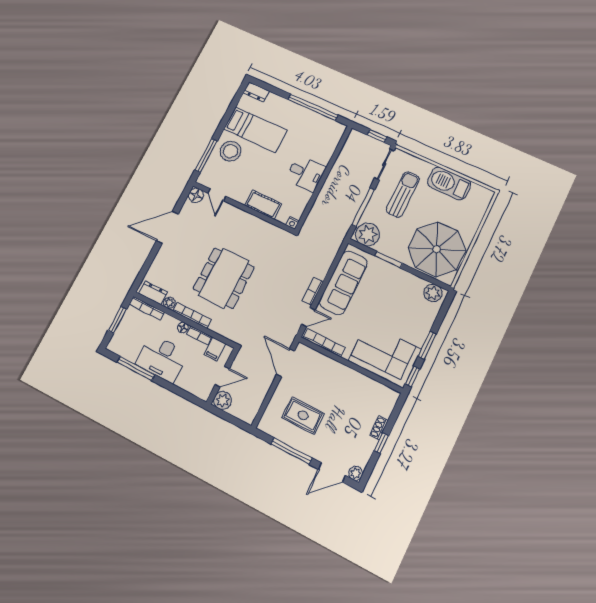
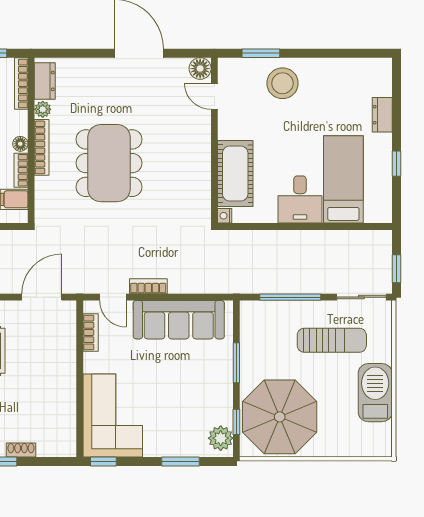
dresser: (256, 92) -> (382, 115), moved
window: (313, 107) -> (396, 164), width x0.32
bed: (255, 130) -> (343, 179), moved, turned 180
window: (206, 155) -> (261, 53), width x0.69
door: (217, 195) -> (214, 96), hinge flipped
cot: (263, 205) -> (235, 174), width x1.37, depth x1.34
plant: (368, 234) -> (256, 320), removed
dining table: (224, 278) -> (109, 163), turned 90
window: (427, 278) -> (236, 422), added
bookcase: (324, 343) -> (91, 332), width x0.64
window: (427, 345) -> (181, 462), moved

